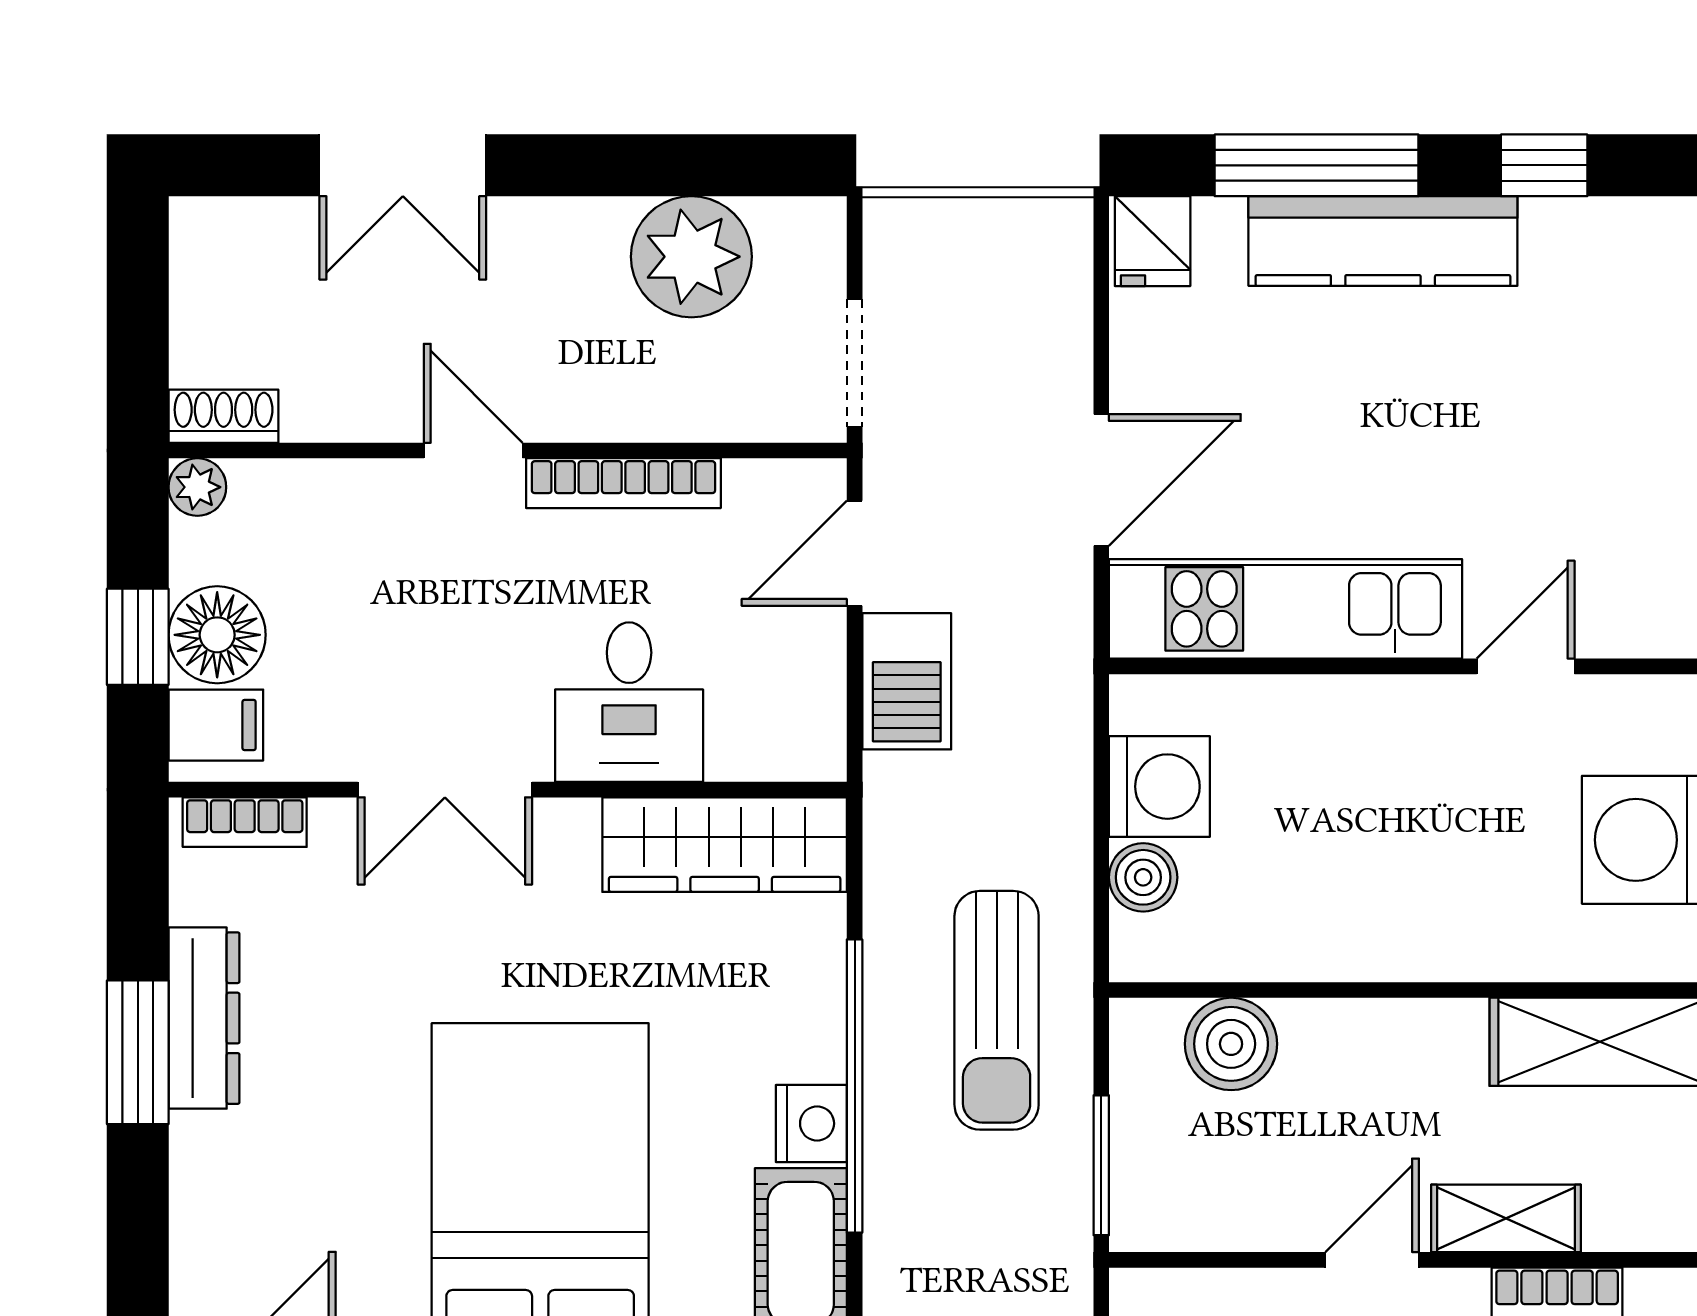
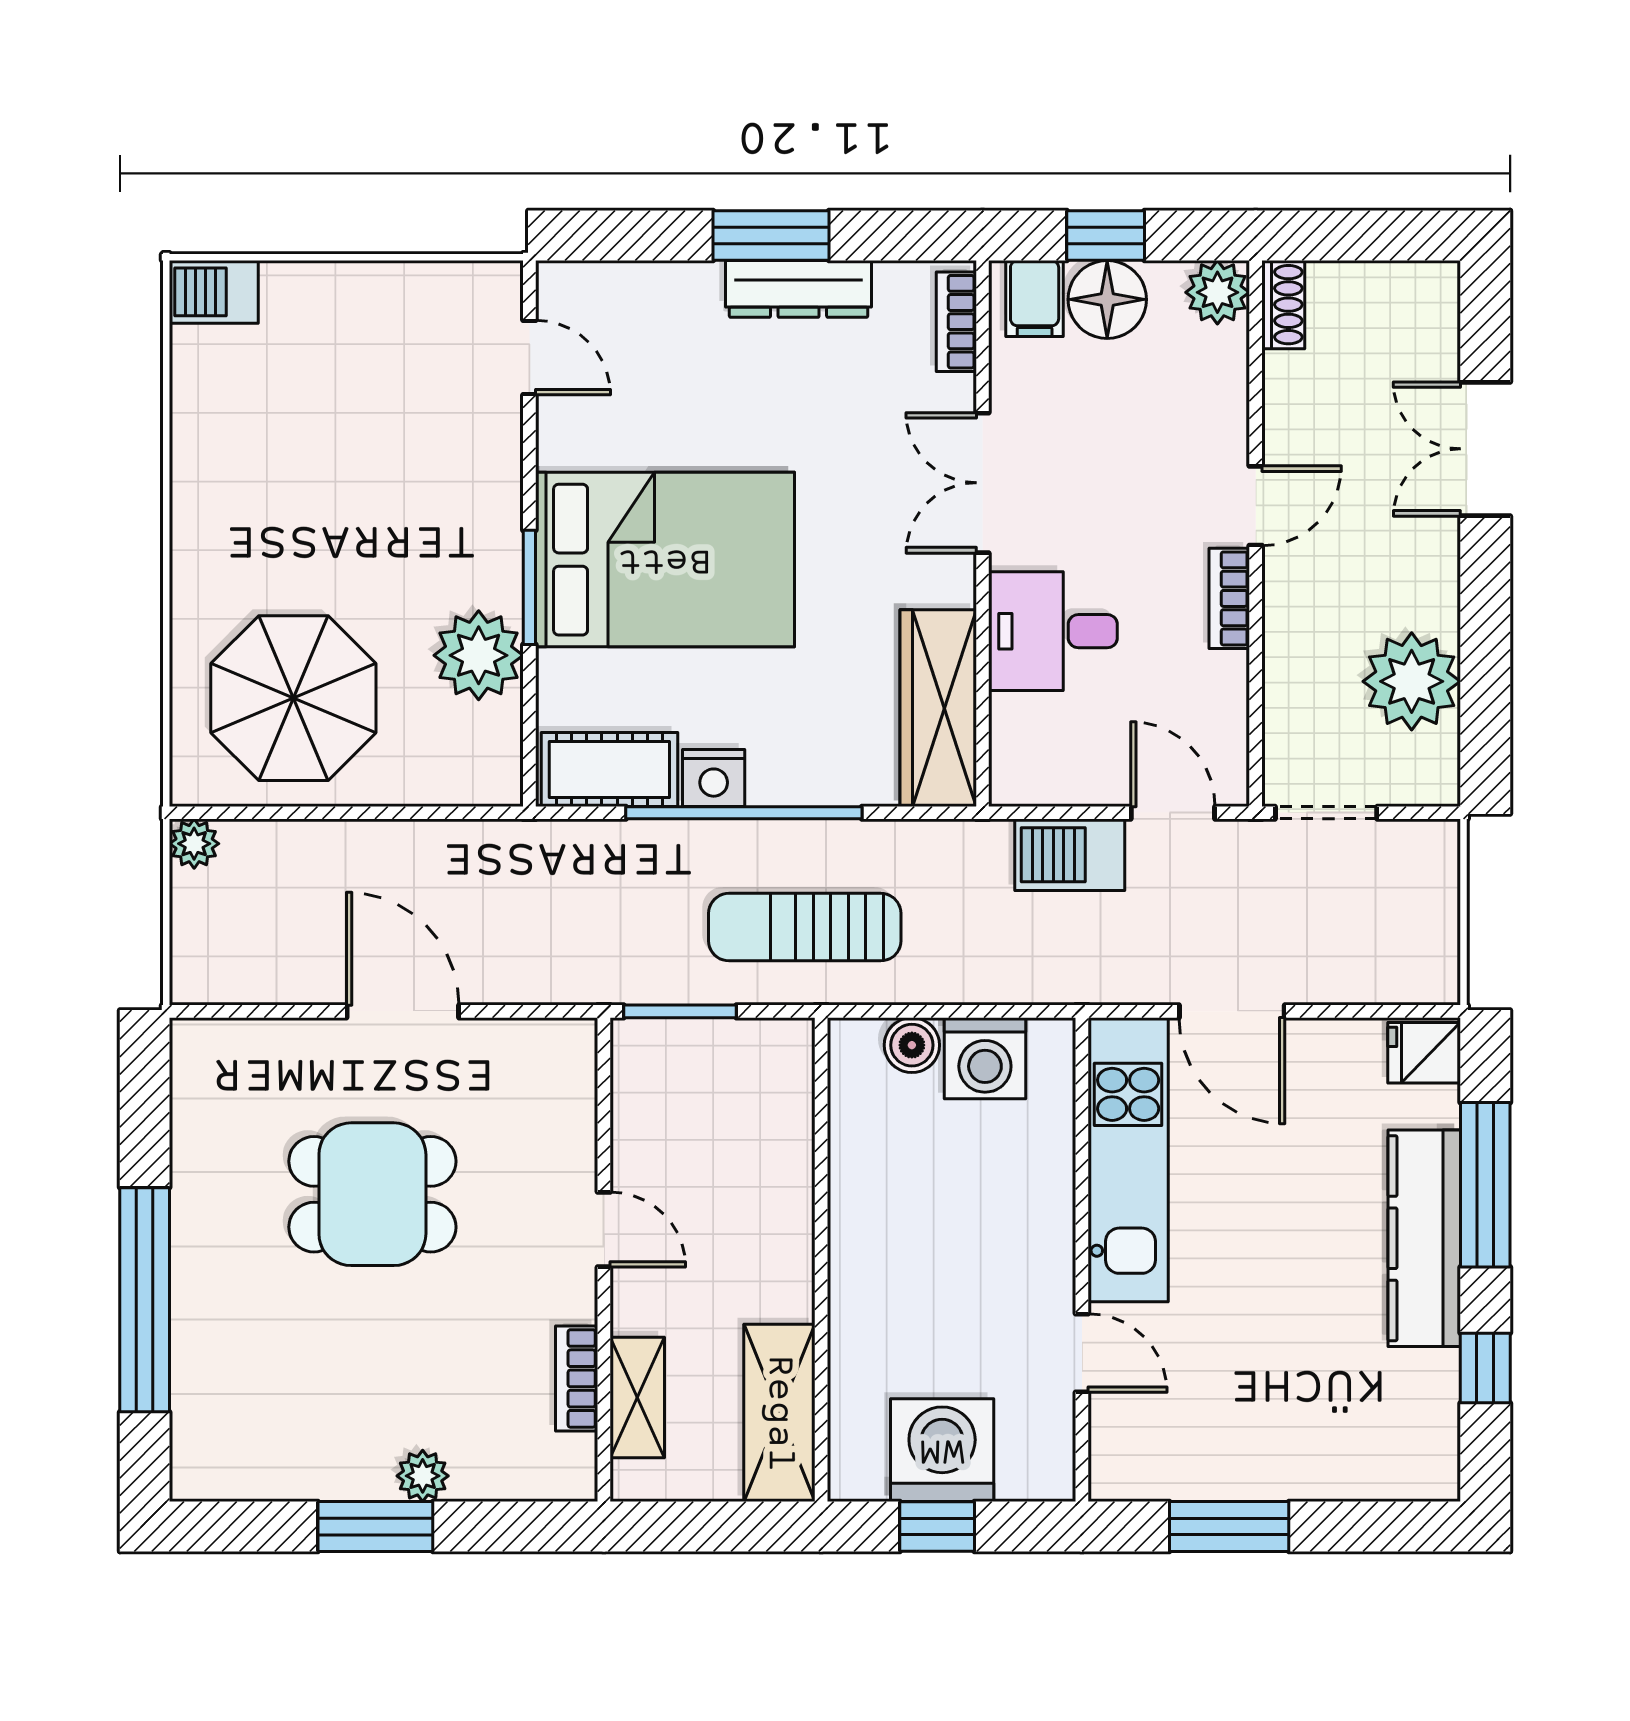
bookcase: (623, 483) -> (1229, 598), width x0.64
plant: (197, 487) -> (1217, 292), width x1.38, depth x1.38
boiler: (1231, 1044) -> (778, 1116), removed
shelving: (1506, 1218) -> (637, 1397), moved

